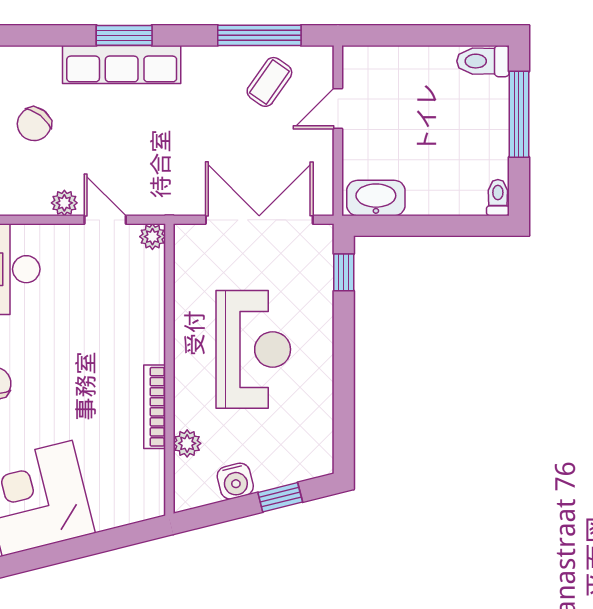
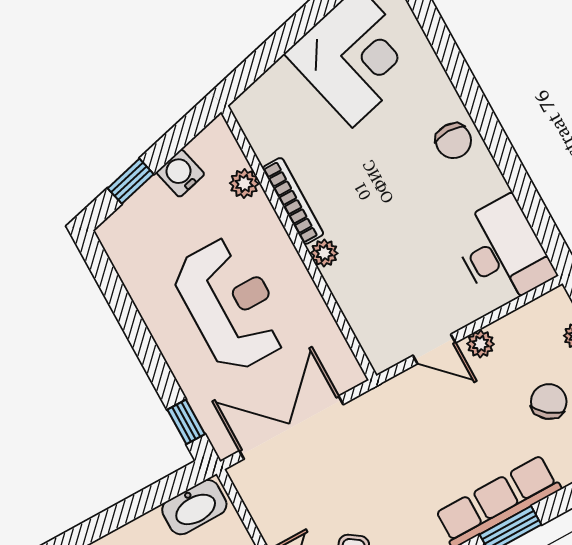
double door: (259, 220) -> (291, 428), swing flipped
plant: (152, 237) -> (324, 253), moved
reception desk: (253, 349) -> (231, 304), turned 180

